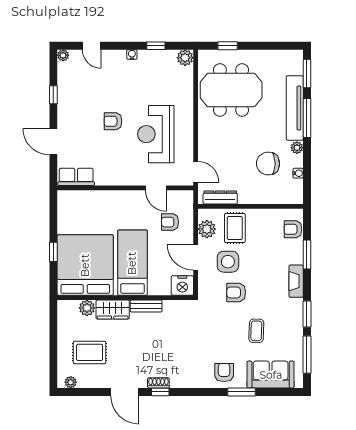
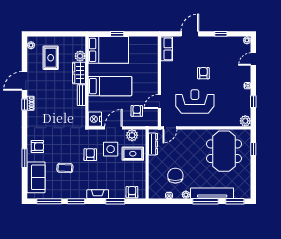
bed: (85, 265) -> (108, 50), width x0.73

